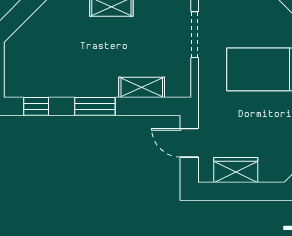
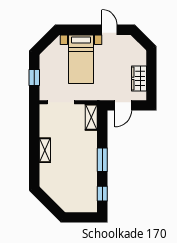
shelving: (142, 87) -> (91, 117), moved

